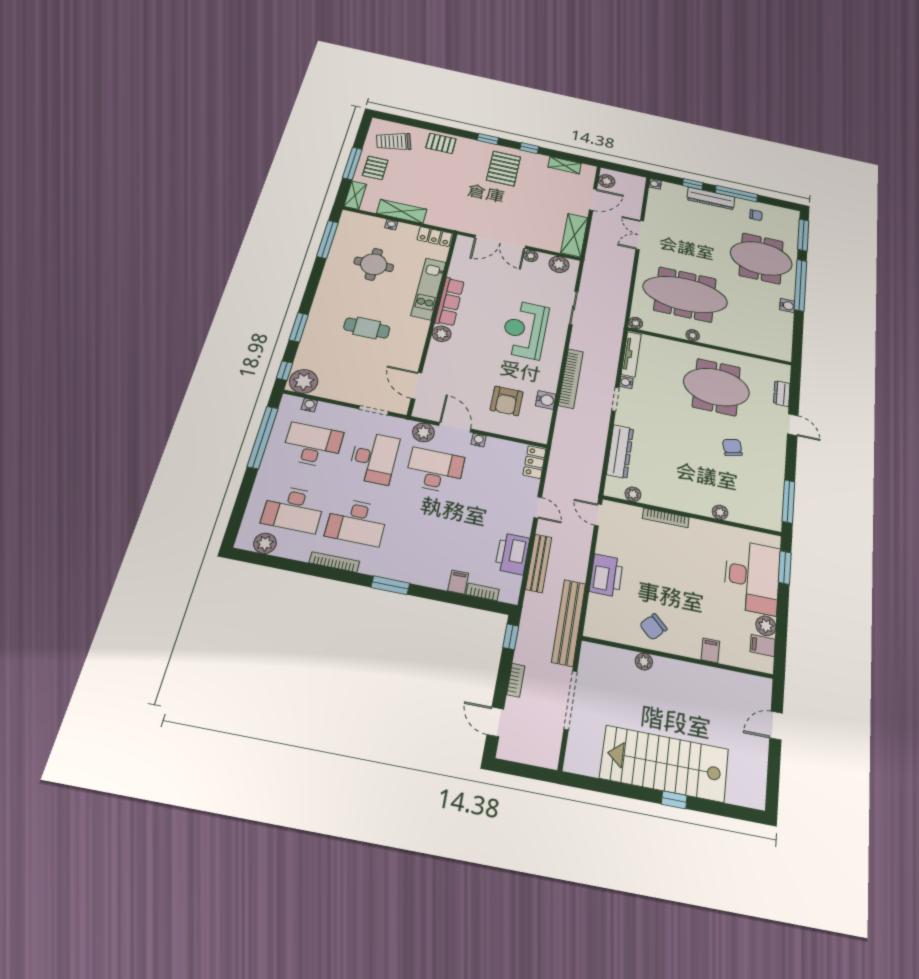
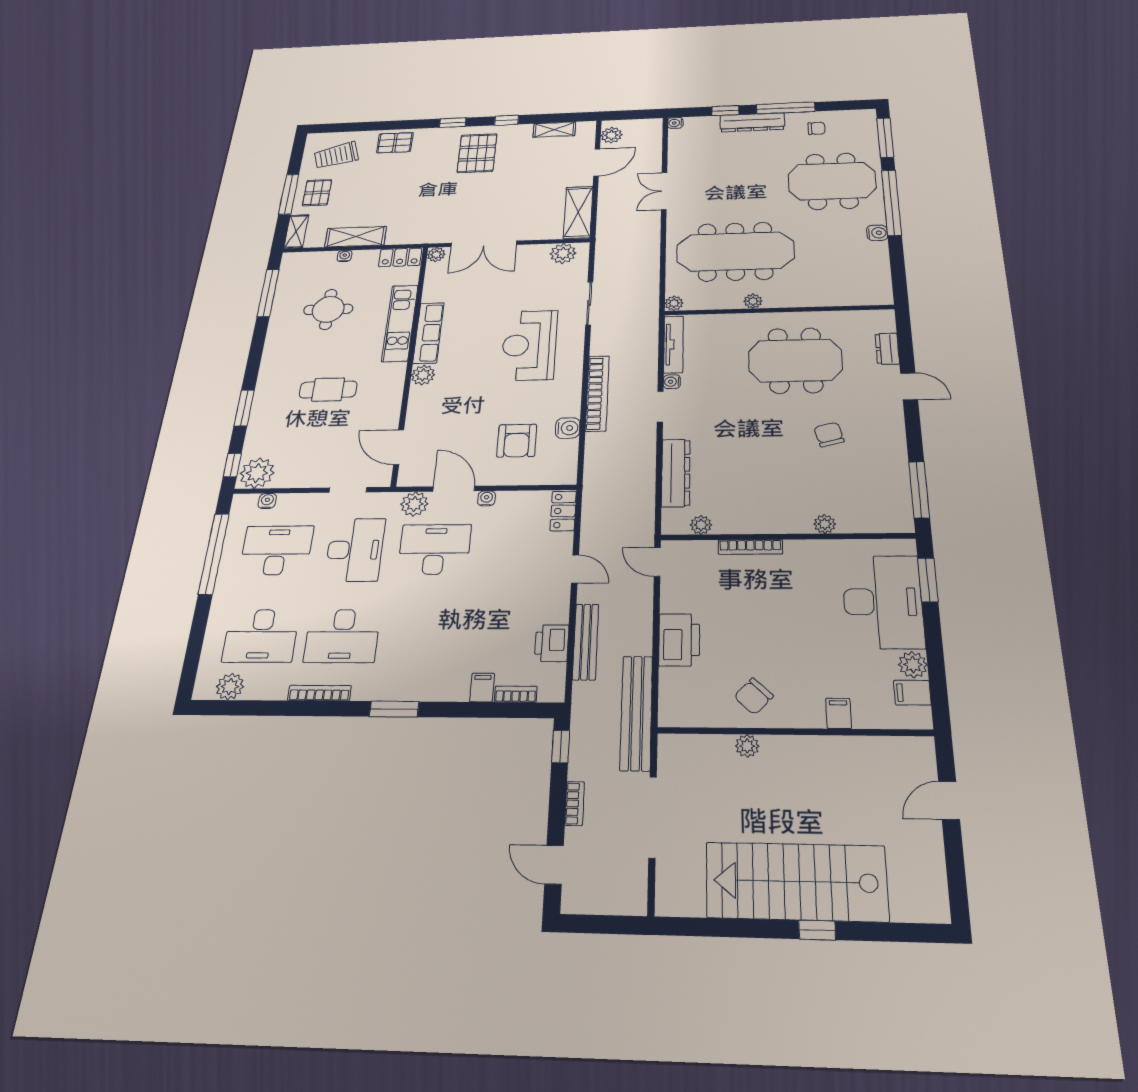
plant: (531, 256) -> (436, 255), moved
printer: (512, 554) -> (552, 643), width x0.73, depth x0.84

